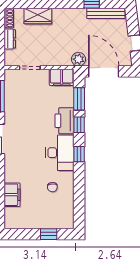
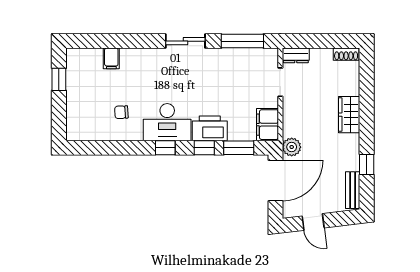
bench: (106, 13) -> (353, 190), width x0.73
wardrobe: (38, 16) -> (349, 115), moved
dresser: (10, 39) -> (296, 55), moved
filing cabinet: (12, 195) -> (111, 58), width x0.50
window: (49, 234) -> (59, 79), moved

